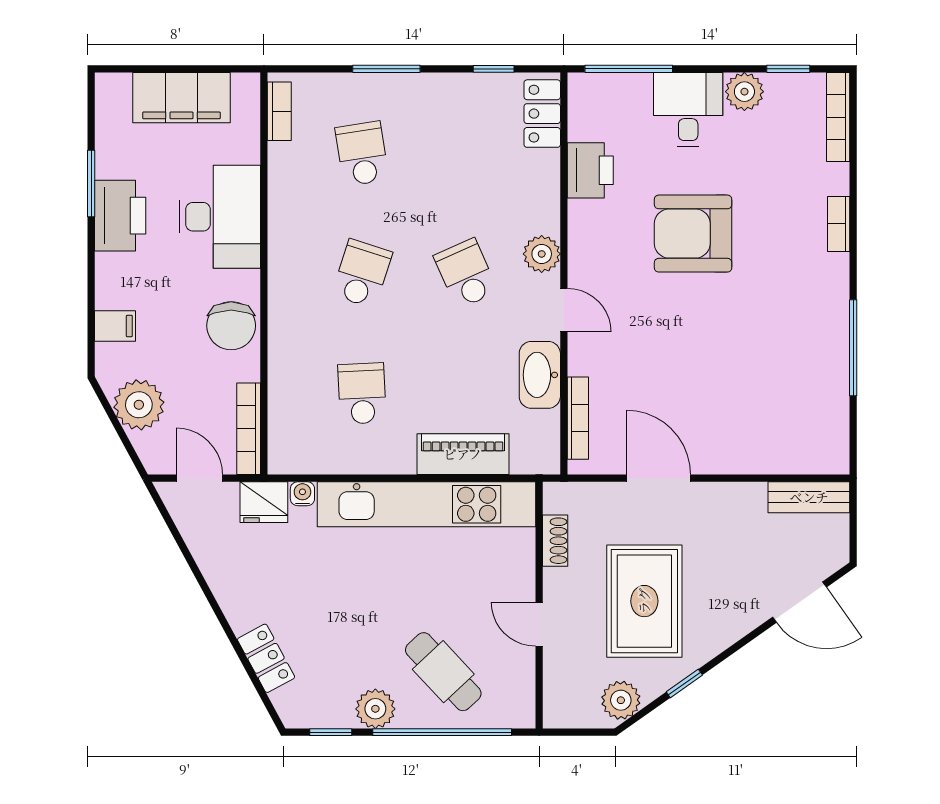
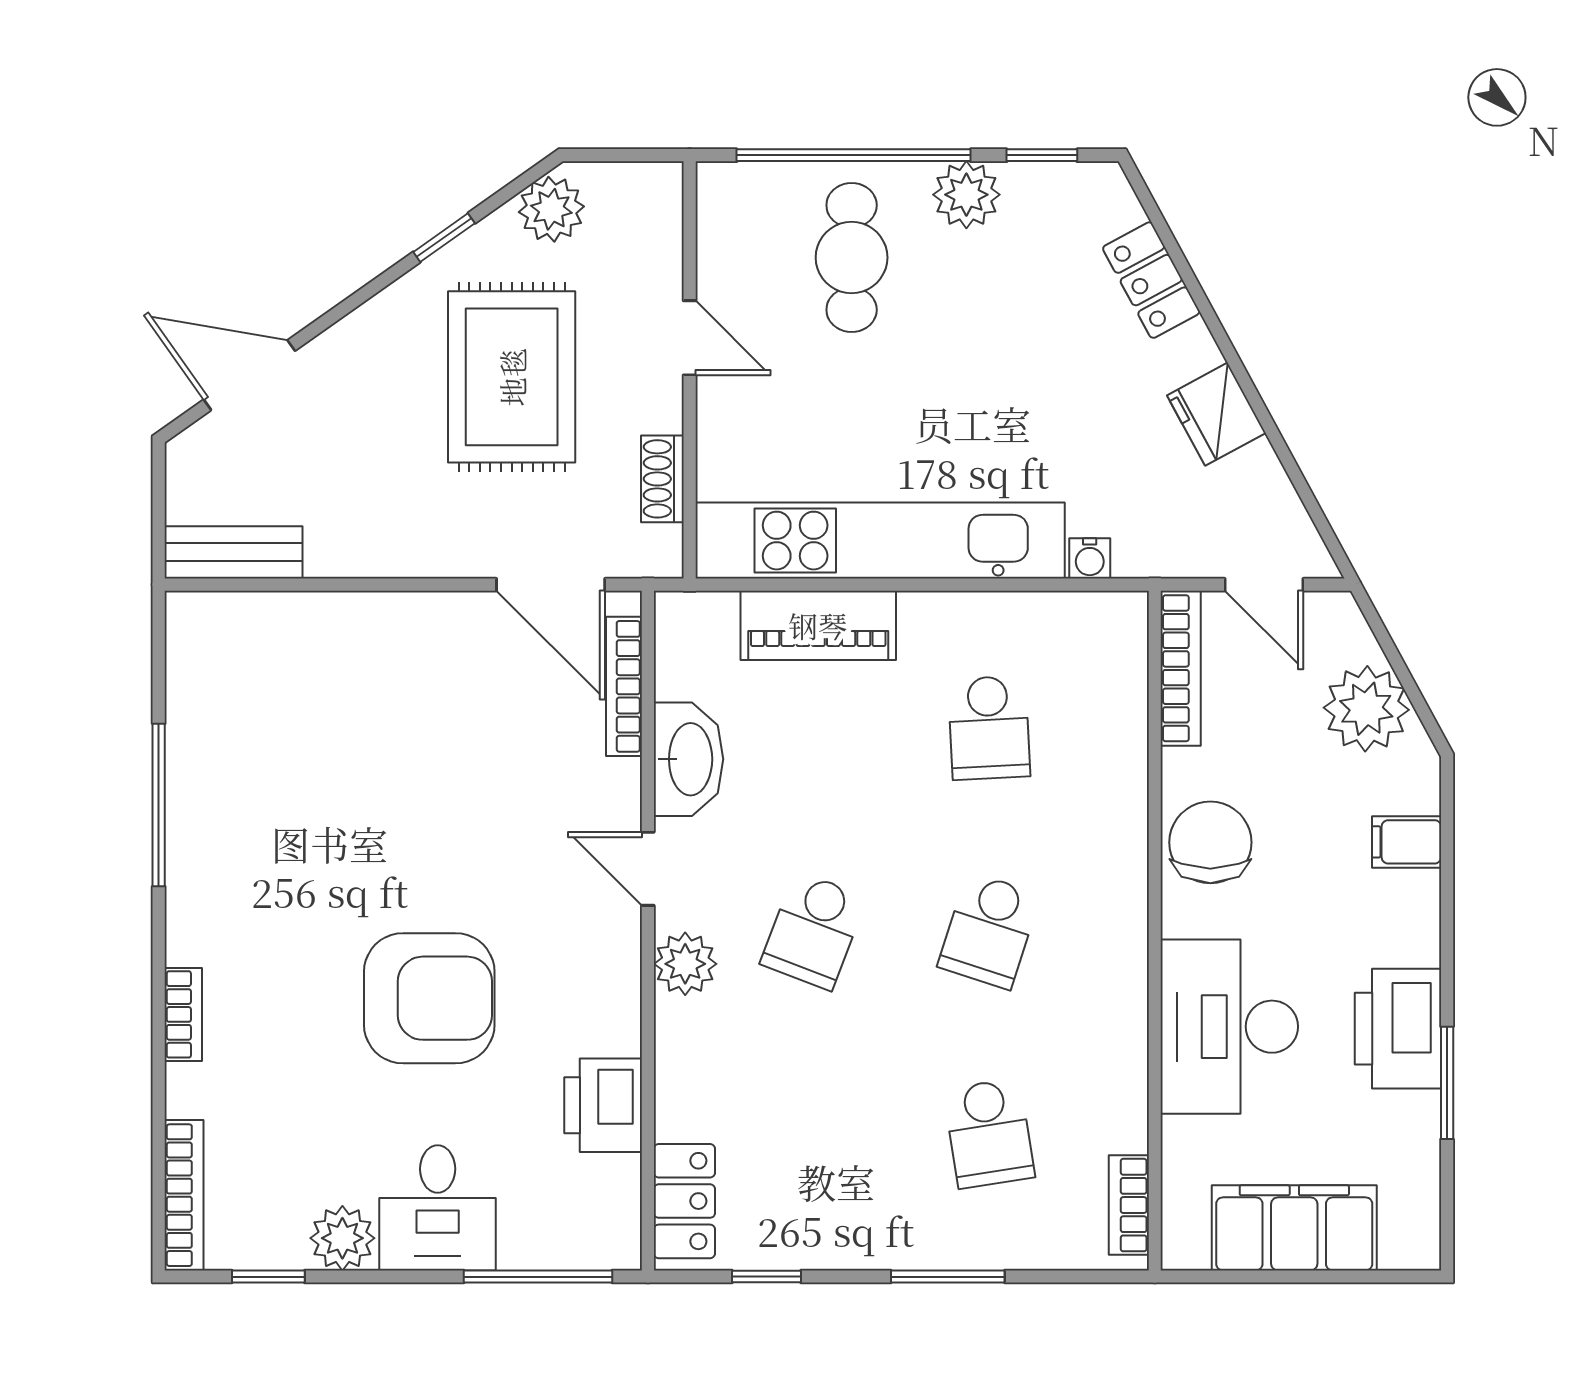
school desk: (466, 274) -> (814, 931), turned 45
door: (658, 478) -> (551, 585), moved
fridge: (264, 502) -> (1216, 414), moved, turned -118
cafe table: (443, 672) -> (852, 258), turned 43

